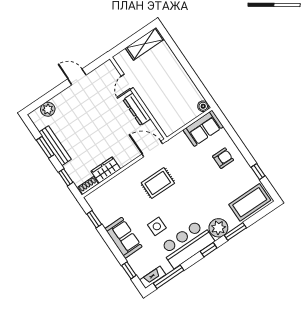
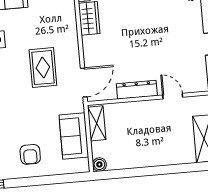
shelving: (176, 124) -> (97, 123), added
sofa: (203, 128) -> (74, 136), moved

